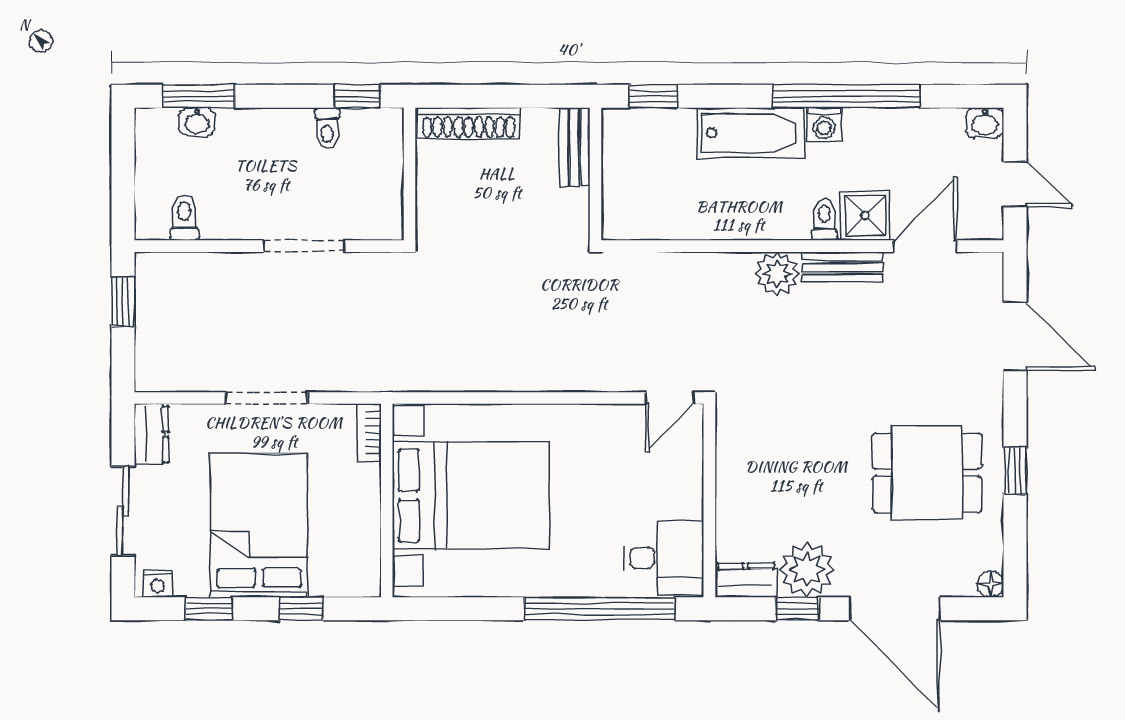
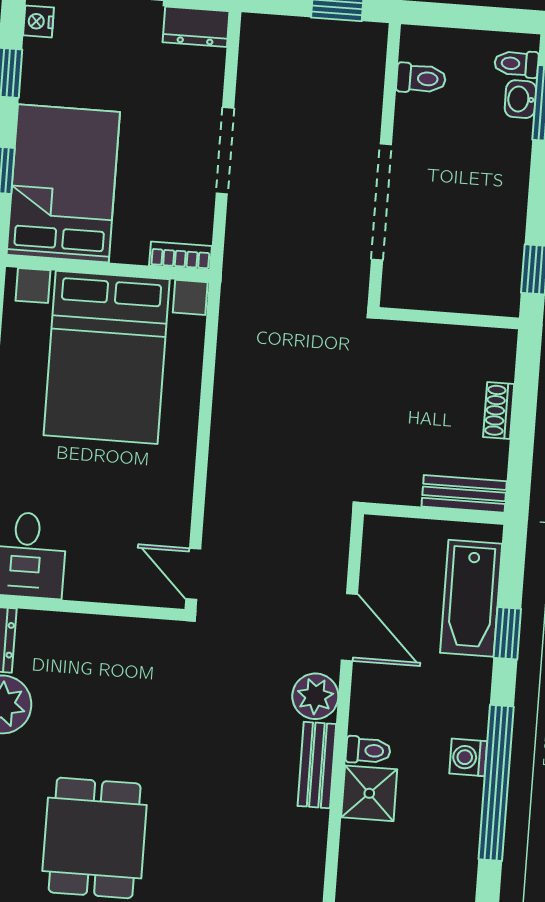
window: (653, 96) -> (507, 633), moved
shoe rack: (469, 123) -> (499, 411), width x0.51, depth x0.81
toilet: (327, 128) -> (516, 64), moved
bathtub: (750, 133) -> (471, 598), moved
doorway: (304, 246) -> (381, 202), width x1.36
door: (925, 246) -> (349, 627), moved
bed: (259, 525) -> (63, 183), moved, turned -90

